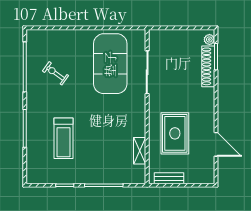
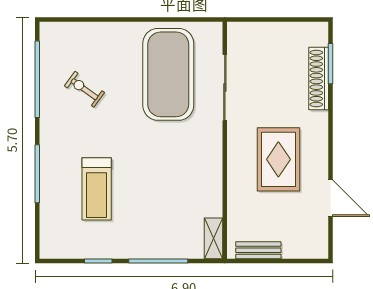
plant: (209, 39) -> (320, 37), removed
rug: (175, 133) -> (278, 159), moved
shelving: (140, 151) -> (213, 238), moved

